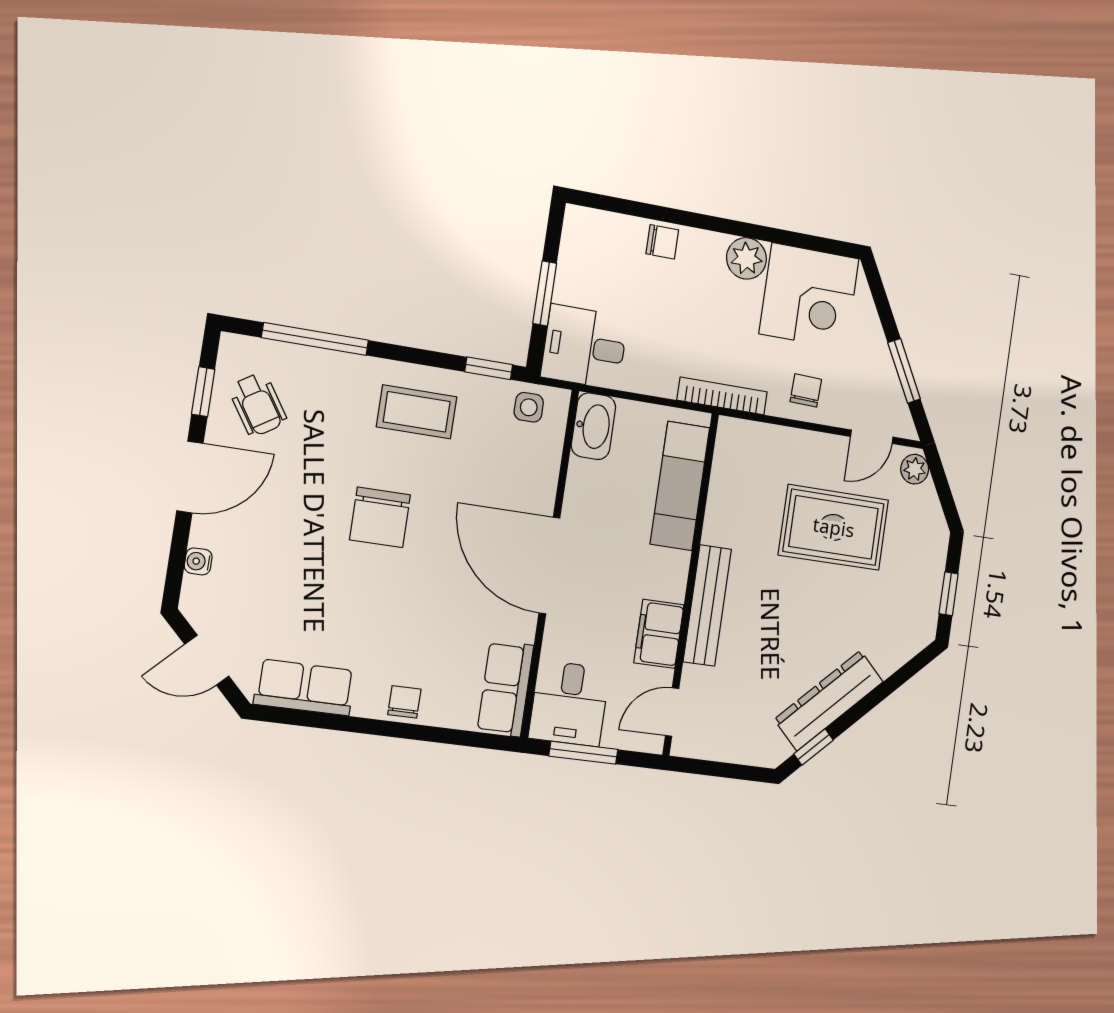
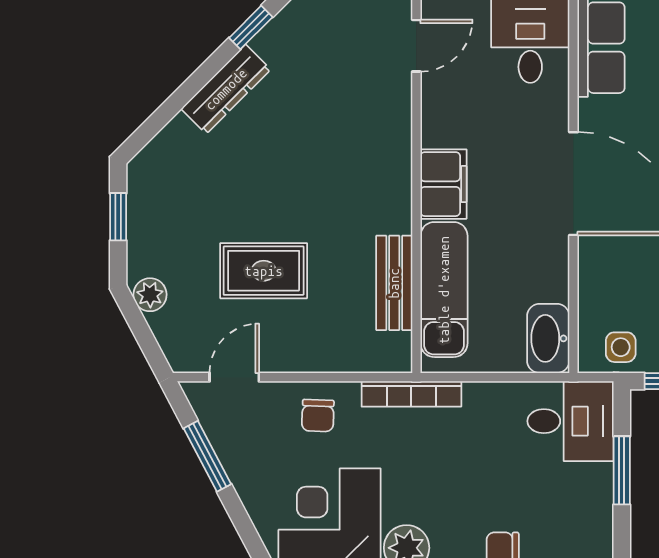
plant: (915, 469) -> (150, 295), moved
rug: (834, 527) -> (264, 271), width x0.73, depth x0.70
bench: (707, 605) -> (394, 283), moved, width x0.73
filing cabinet: (659, 634) -> (443, 184), moved
dresser: (829, 700) -> (226, 89), width x0.73, depth x0.80

